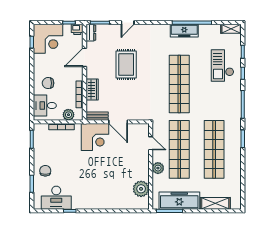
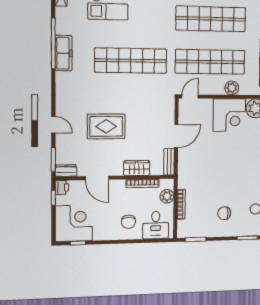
corner desk: (95, 137) -> (229, 115), moved, turned 90
door: (151, 143) -> (190, 96), moved
chair: (45, 171) -> (224, 213), moved

